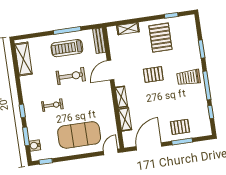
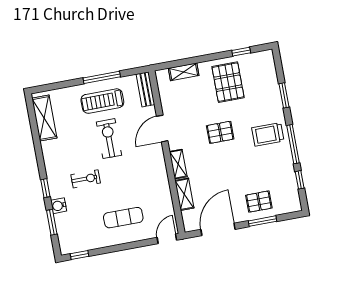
exercise bike: (71, 76) -> (109, 139), turned -90
exercise mat: (79, 135) -> (123, 218), width x0.50, depth x0.69
water cooler: (35, 146) -> (59, 206), moved

